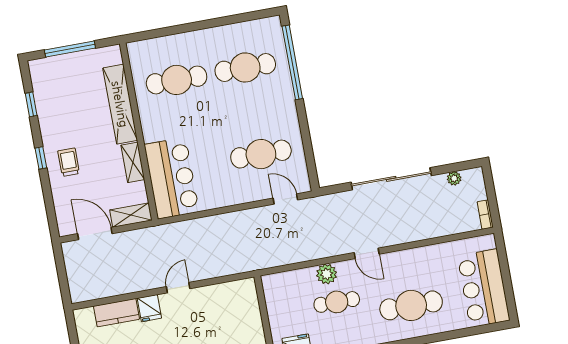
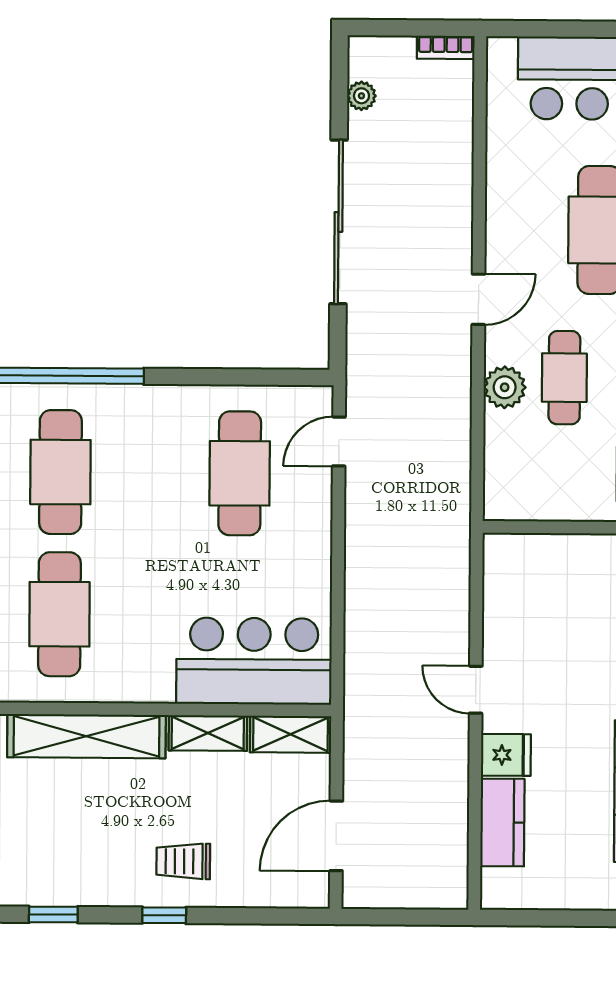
shelving: (131, 215) -> (291, 734), moved, turned 90

